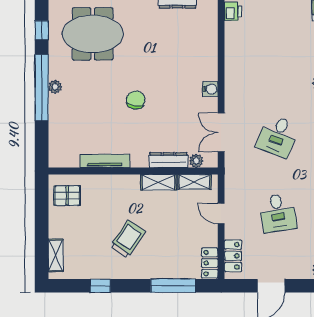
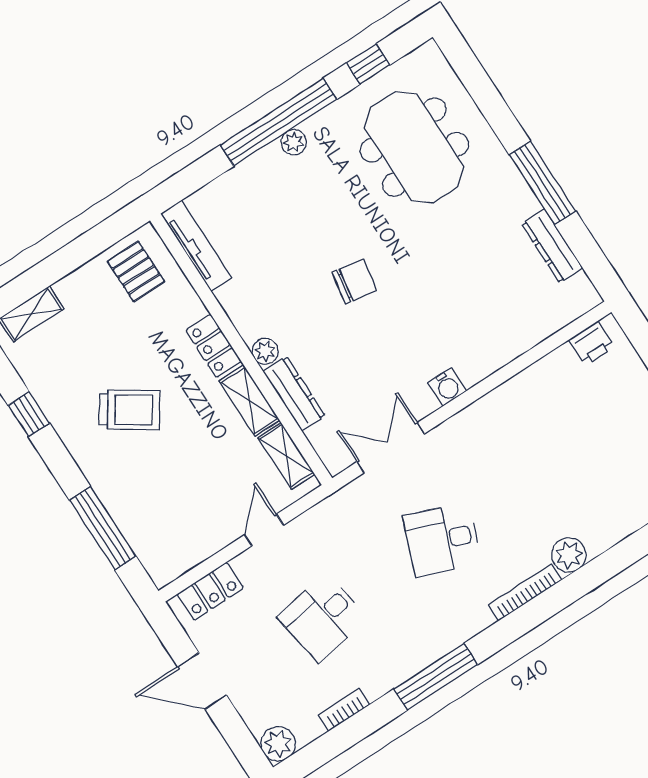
tv unit: (105, 161) -> (196, 246), moved
plant: (196, 161) -> (265, 351), moved
locker: (210, 263) -> (213, 346), moved, turned -90

